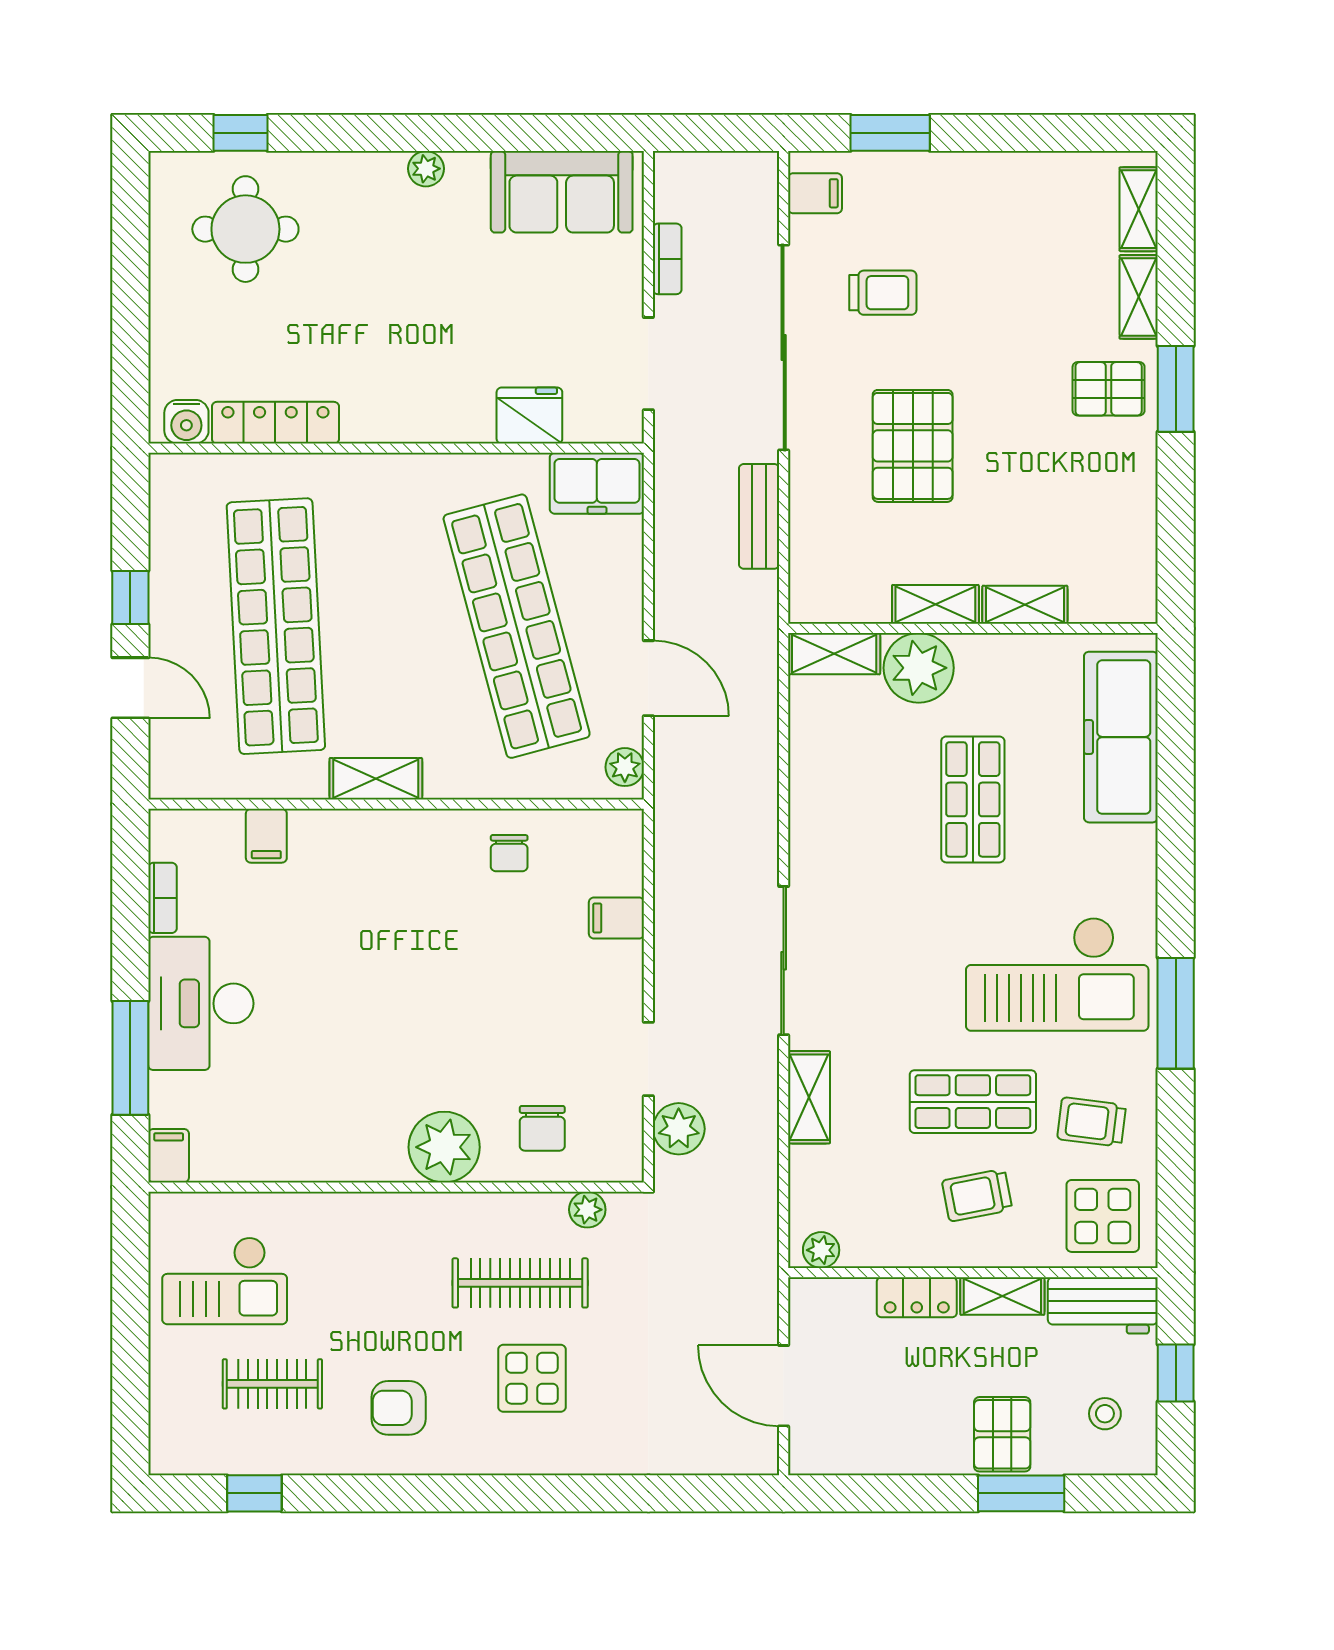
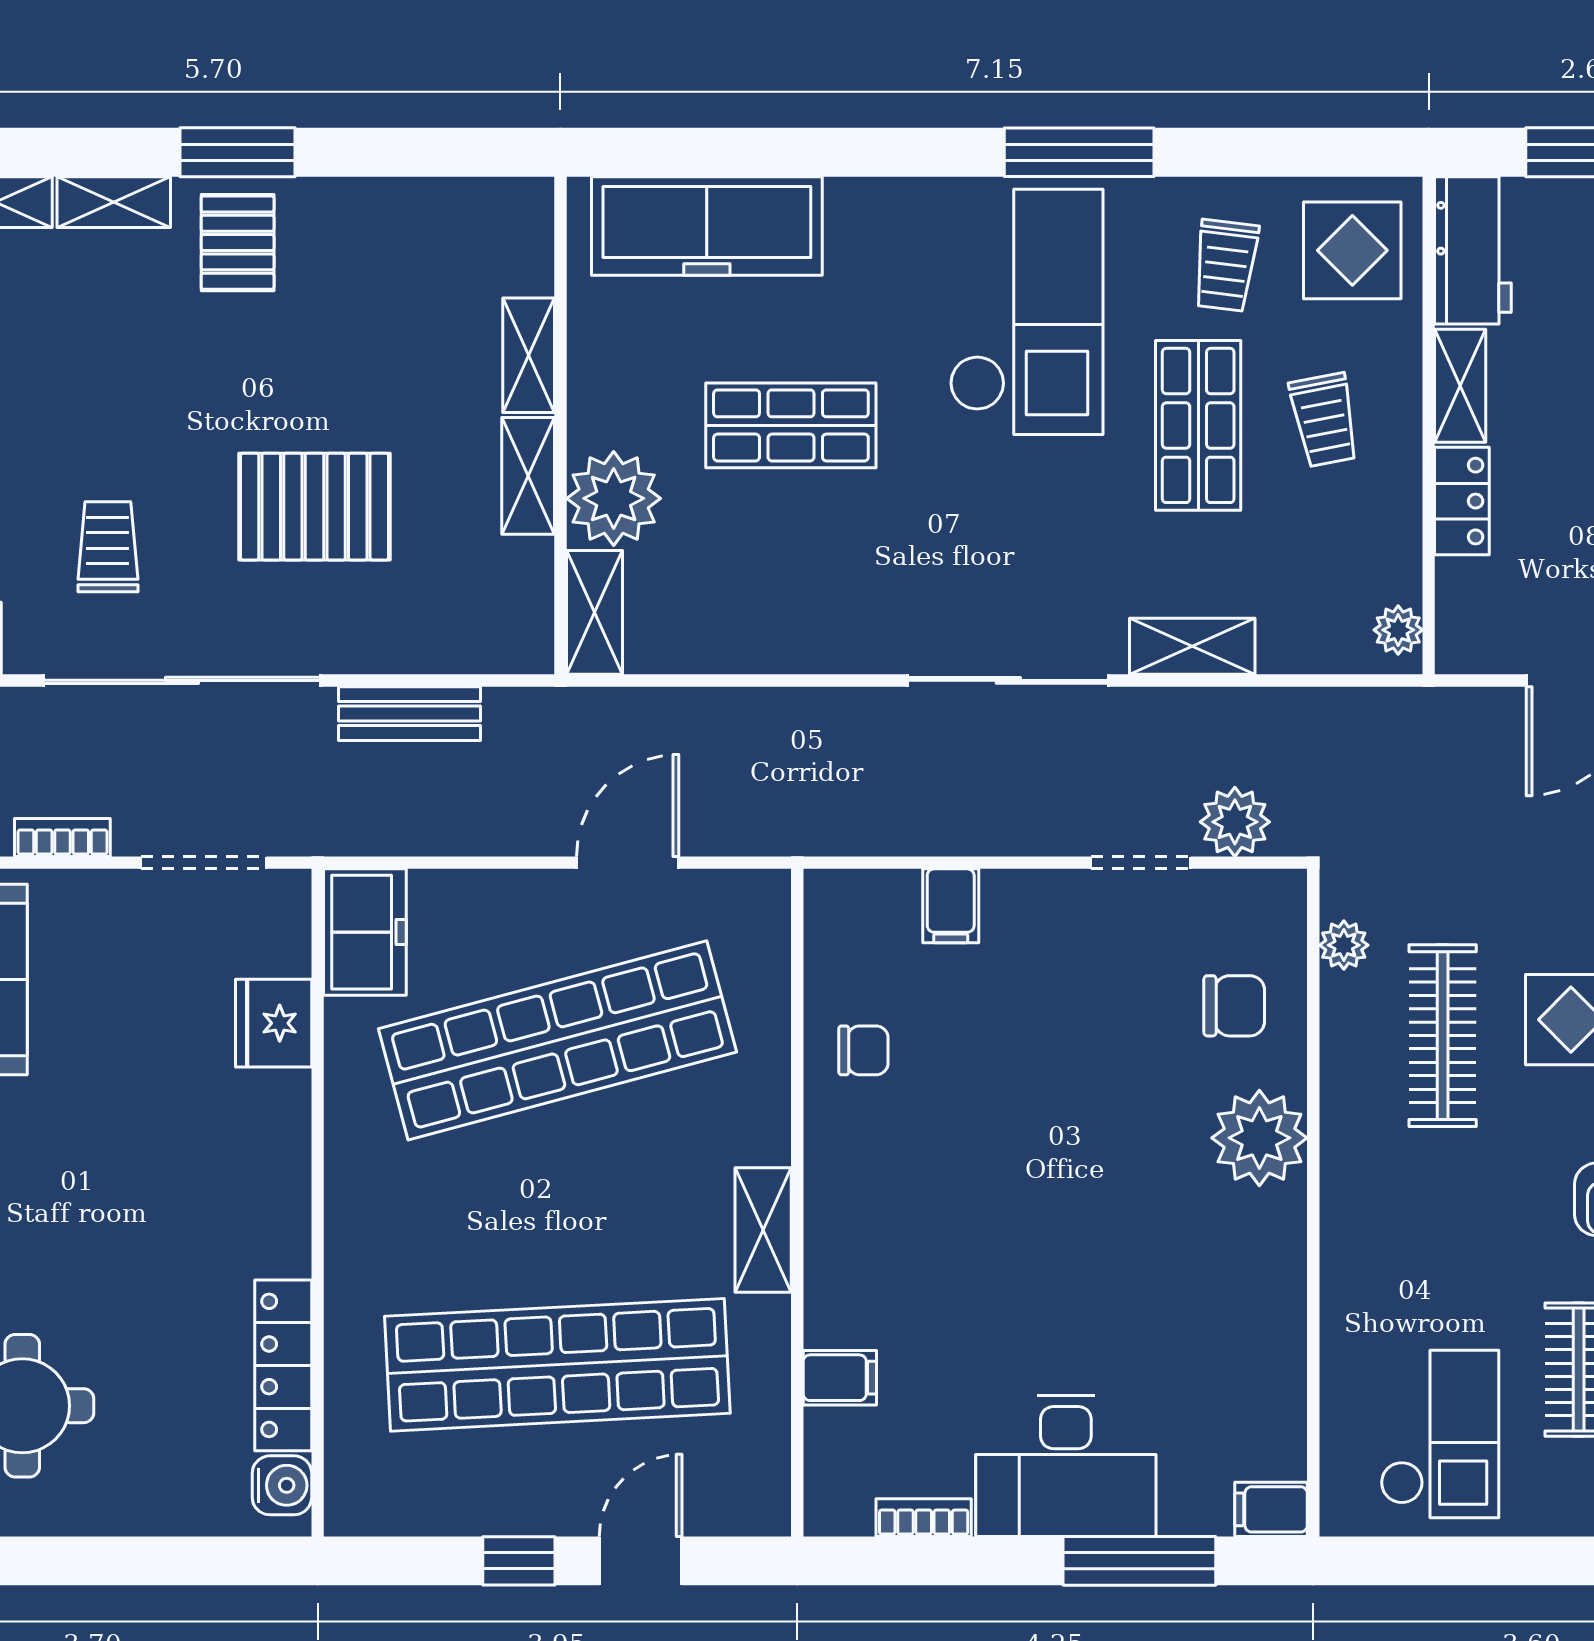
plant: (625, 767) -> (747, 895), removed

